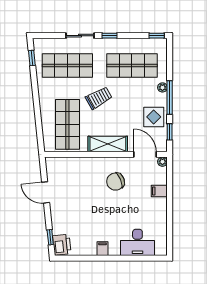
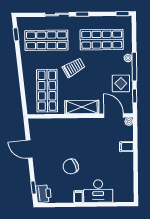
chair: (116, 182) -> (71, 166), moved
desk: (137, 242) -> (98, 191), moved

